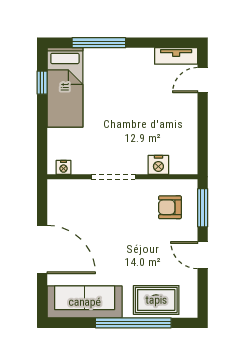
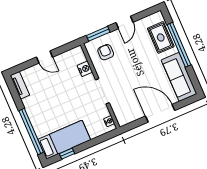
window: (99, 43) -> (31, 131), width x1.46
door: (203, 80) -> (45, 57), moved
armchair: (170, 207) -> (106, 52), turned 180
door: (42, 249) -> (160, 113), hinge flipped

